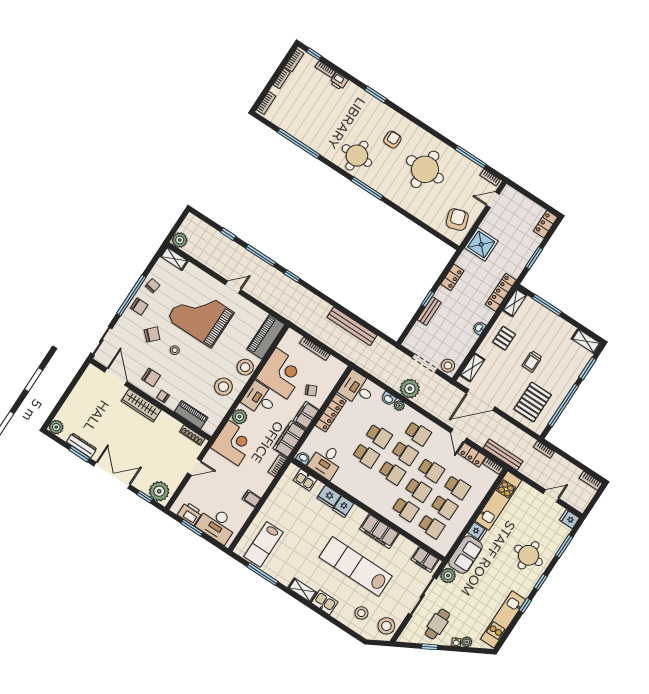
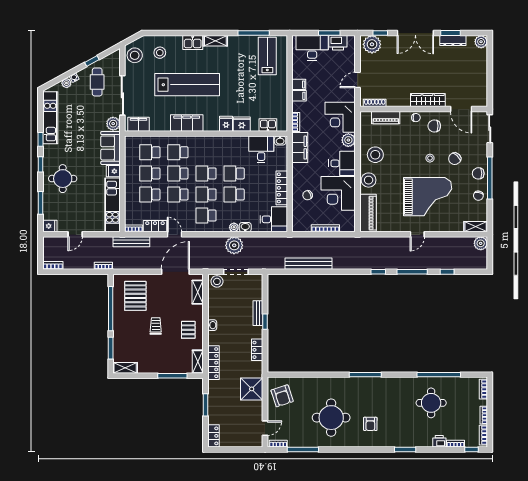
round table: (357, 156) -> (431, 403), moved
filing cabinet: (306, 415) -> (299, 96), moved, width x0.50

